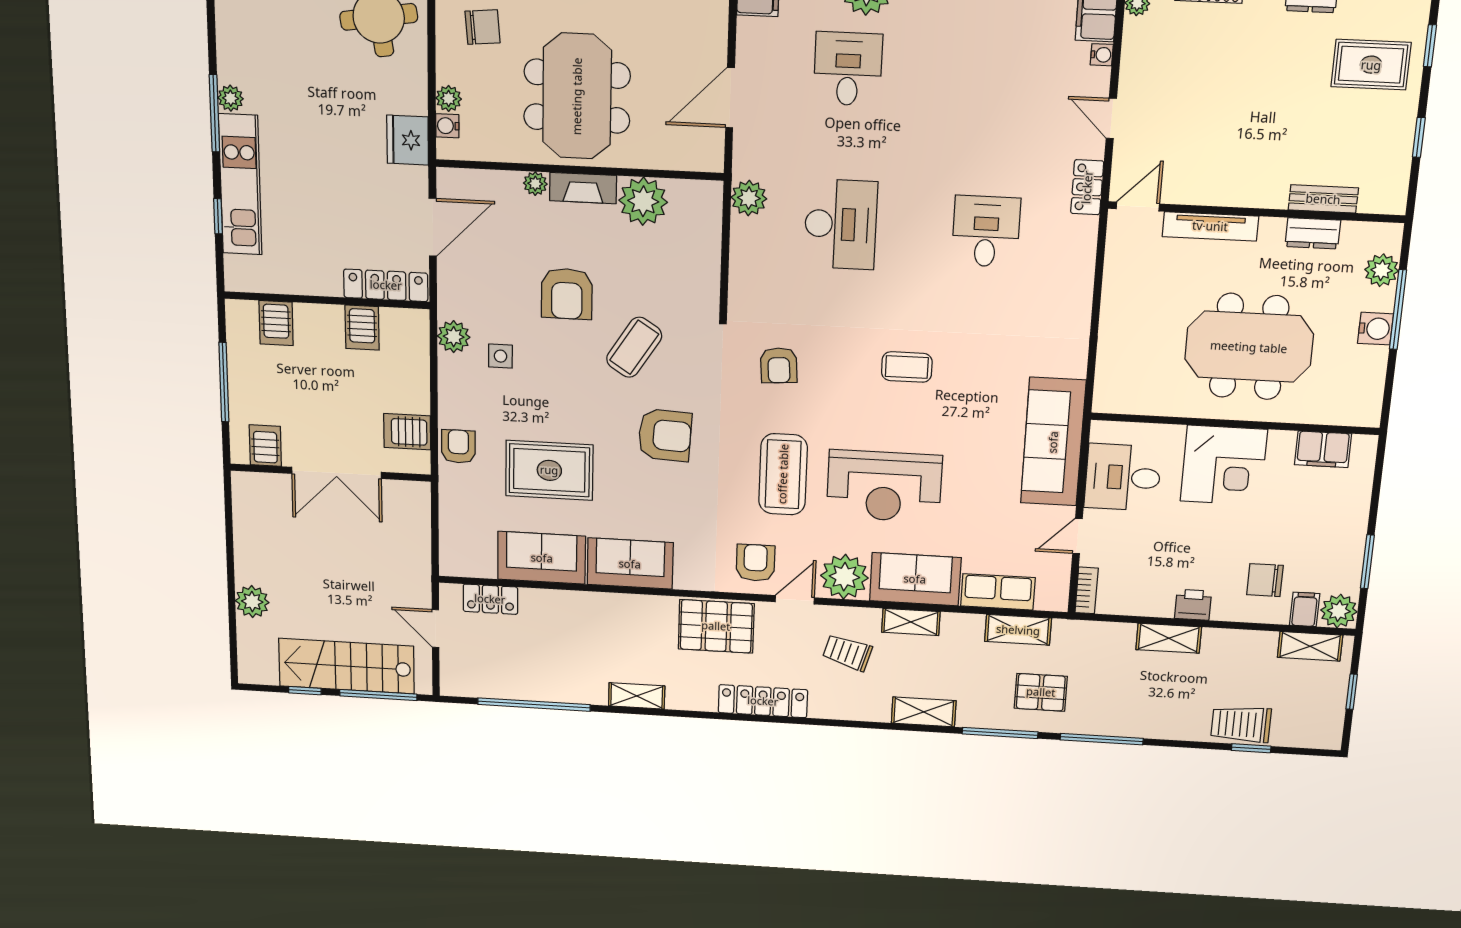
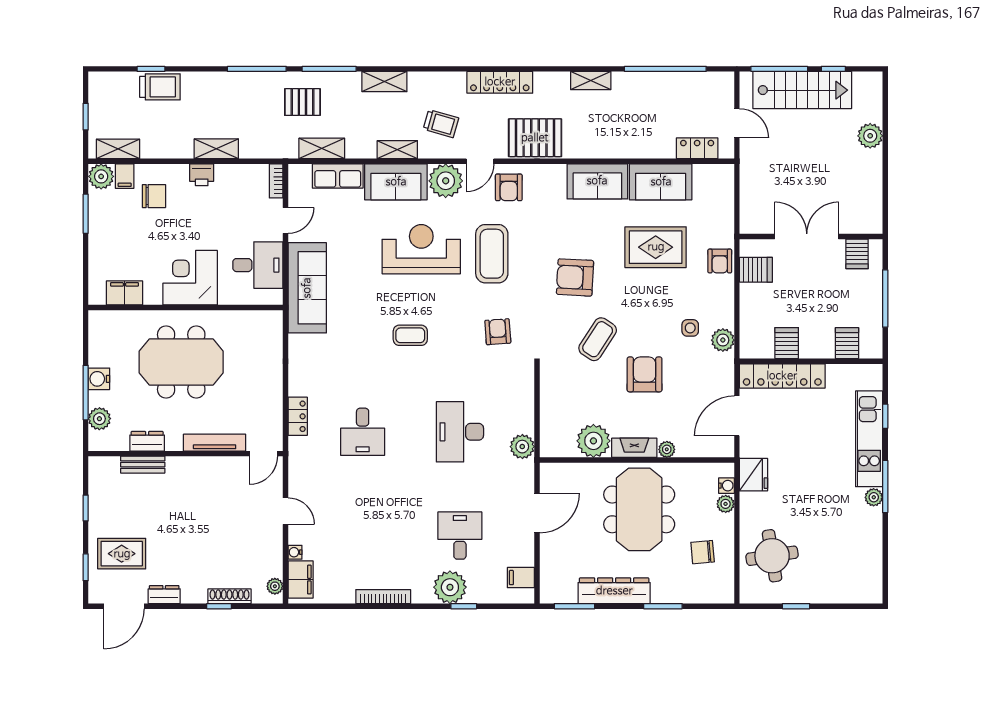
desk: (848, 69) -> (460, 536), turned 180
locker: (1087, 187) -> (298, 416), moved
locker: (386, 285) -> (782, 376), width x1.41, depth x1.21

